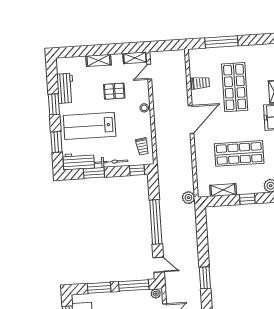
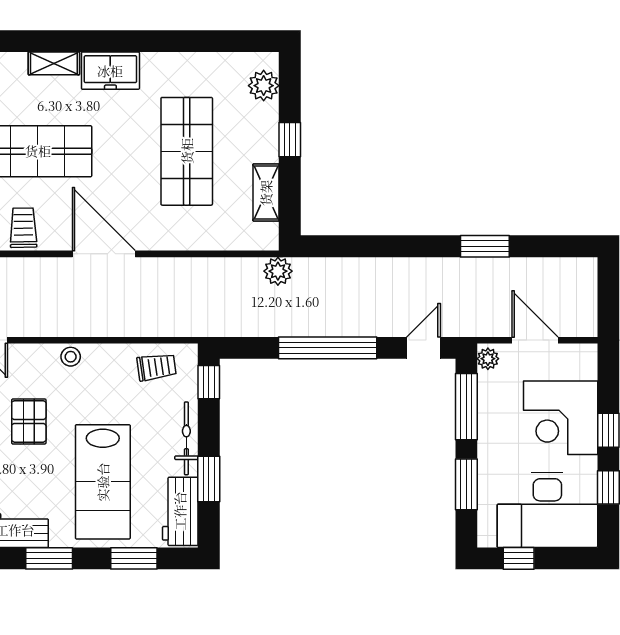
window: (205, 278) -> (485, 246), moved

